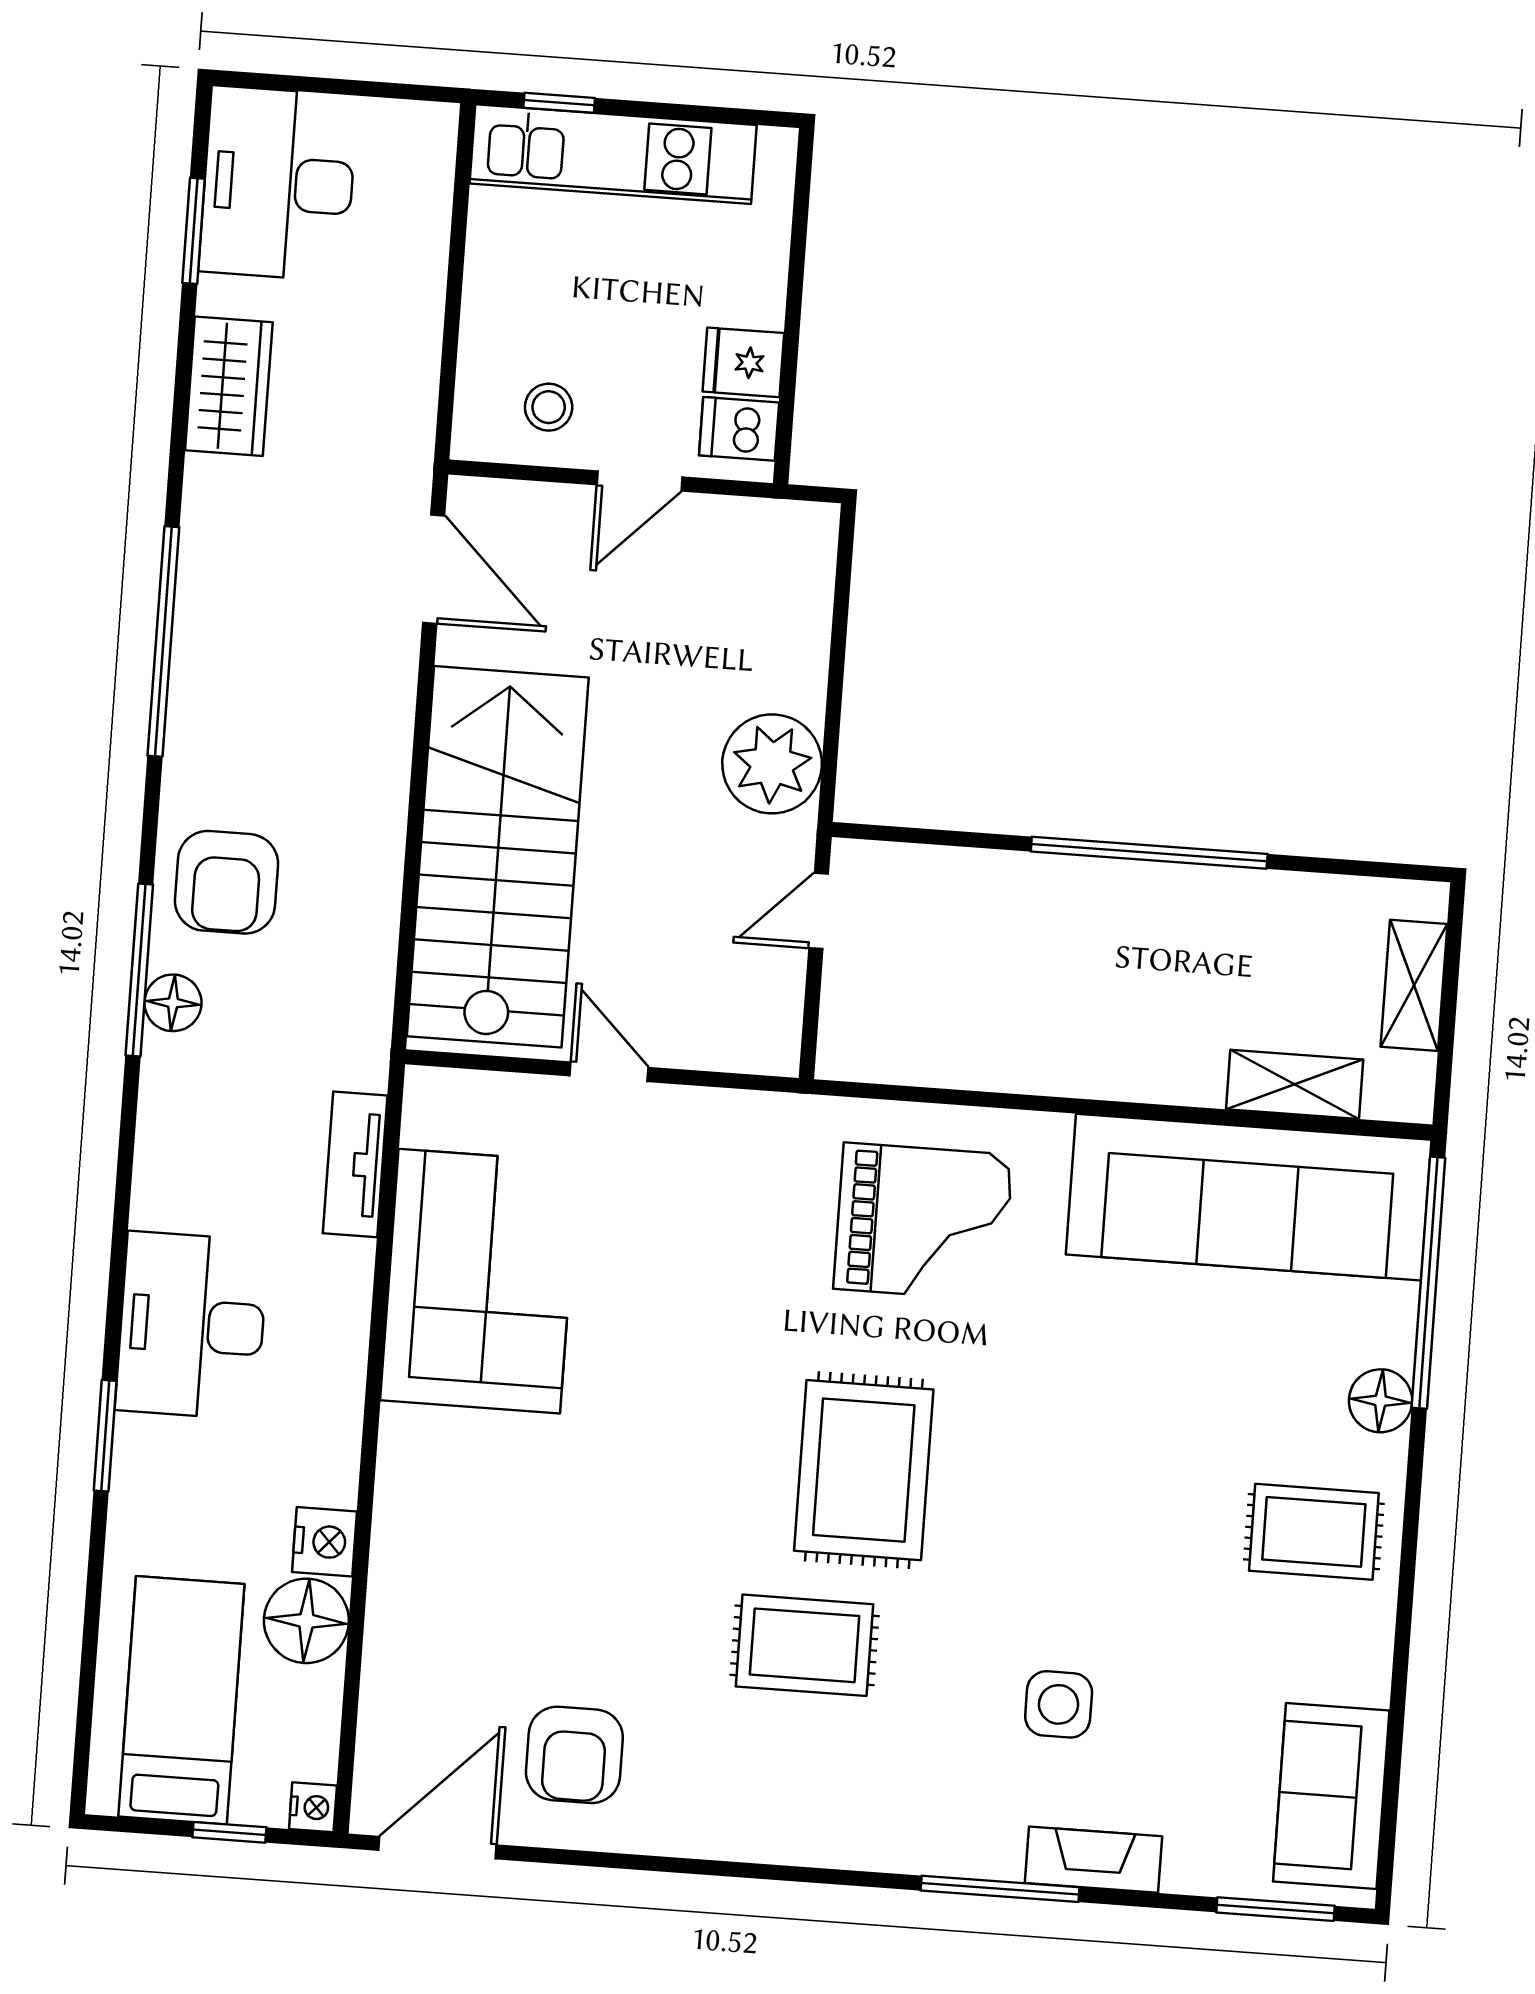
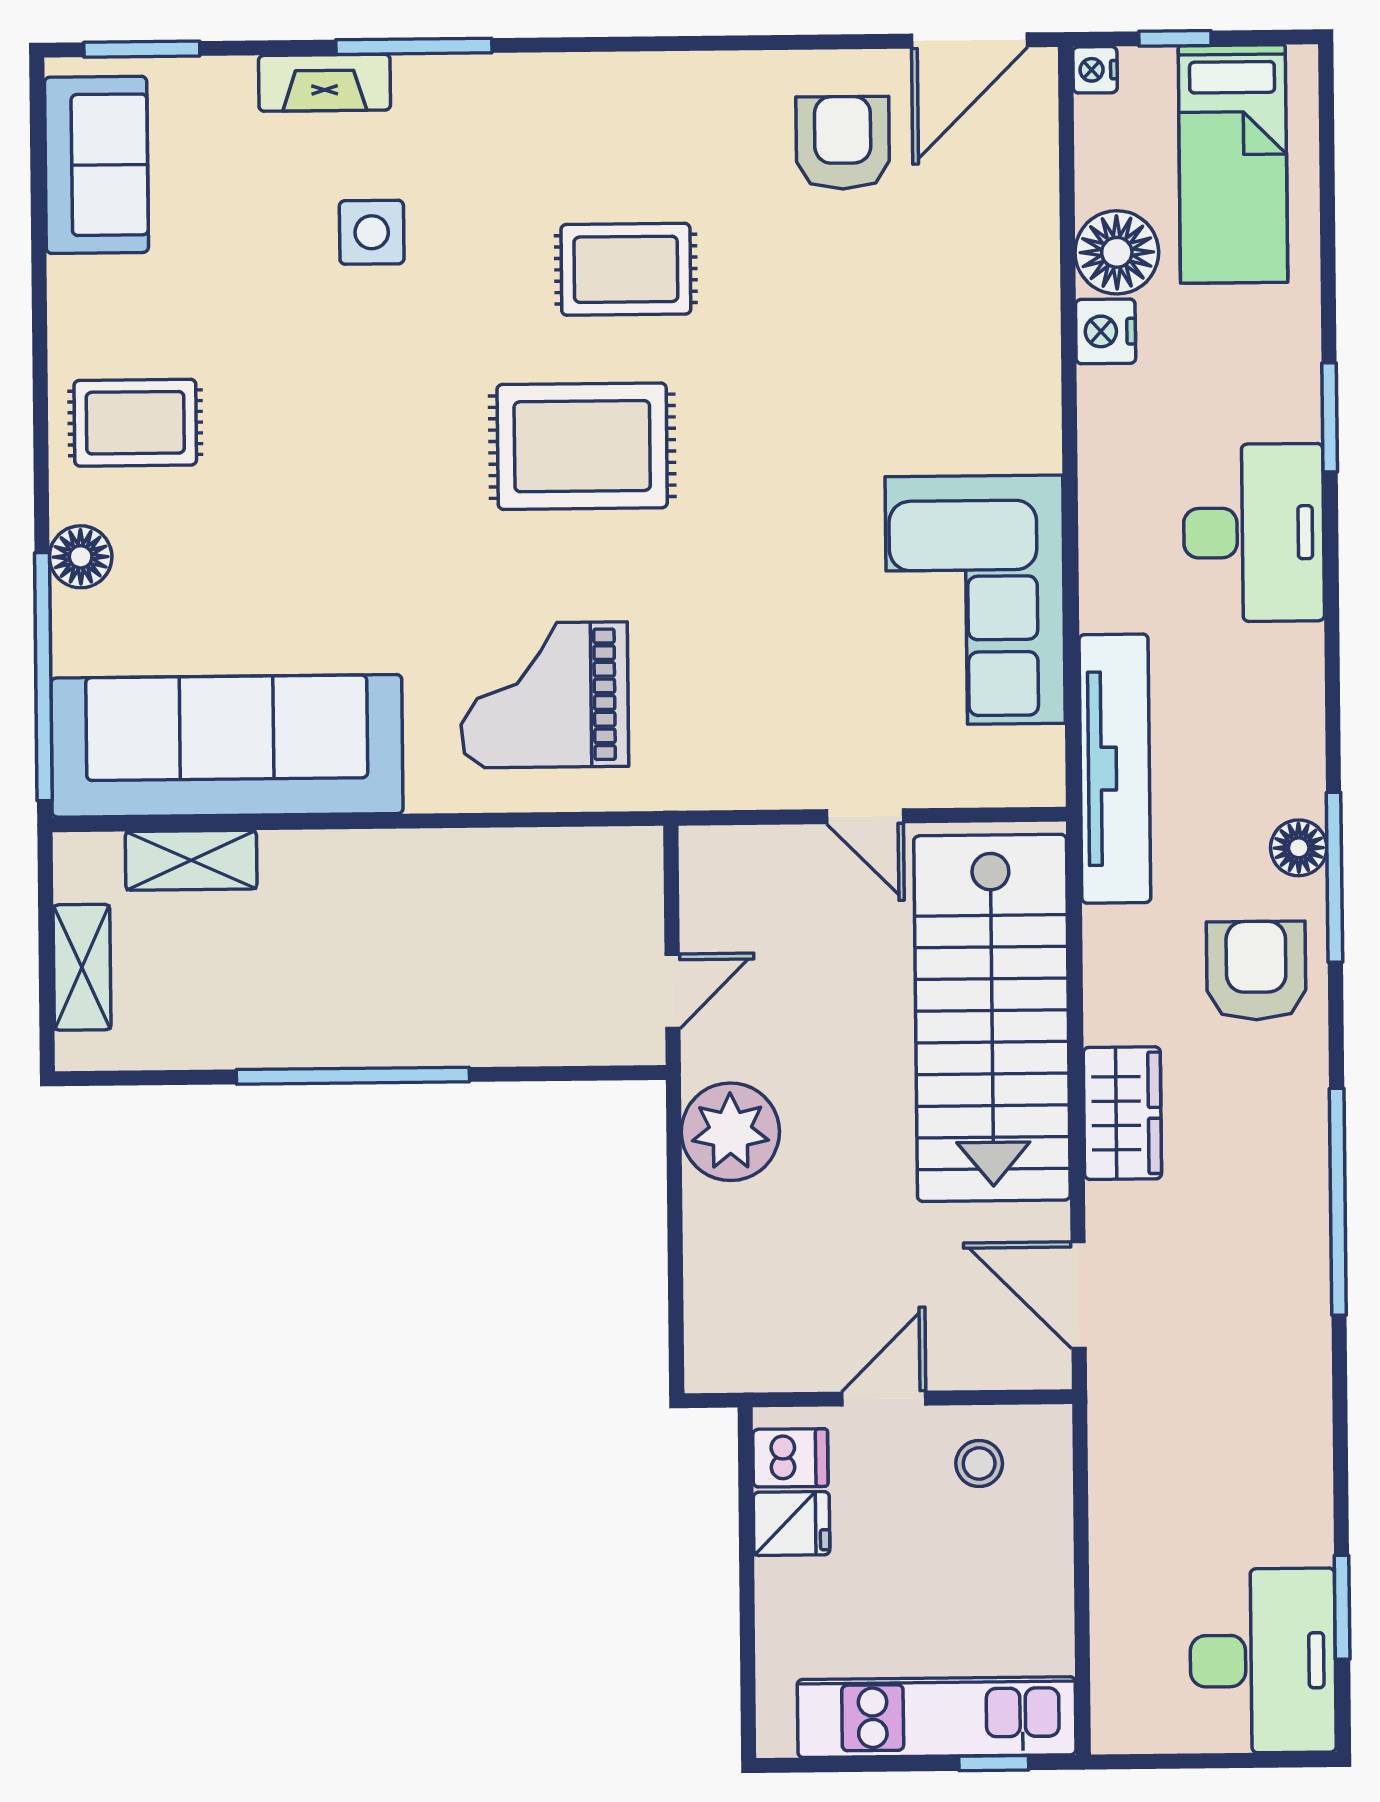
wardrobe: (229, 386) -> (1122, 1113), moved, turned 180
tv unit: (355, 1164) -> (1115, 769), width x1.92, depth x1.29
rug: (864, 1470) -> (582, 446), turned 90

